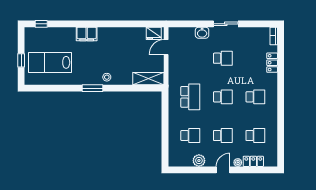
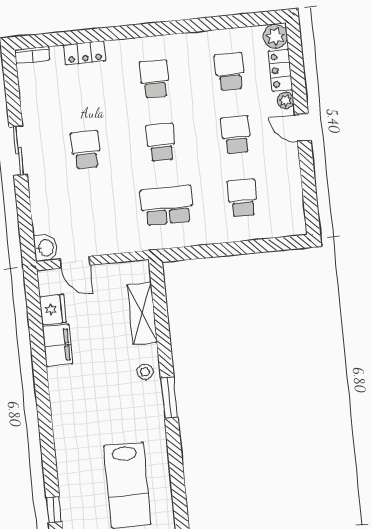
fridge: (154, 33) -> (53, 309), moved
washbasin: (202, 33) -> (45, 248), moved
filing cabinet: (87, 34) -> (57, 345), moved
shelving: (148, 79) -> (142, 313), moved
plant: (199, 161) -> (275, 36), moved

